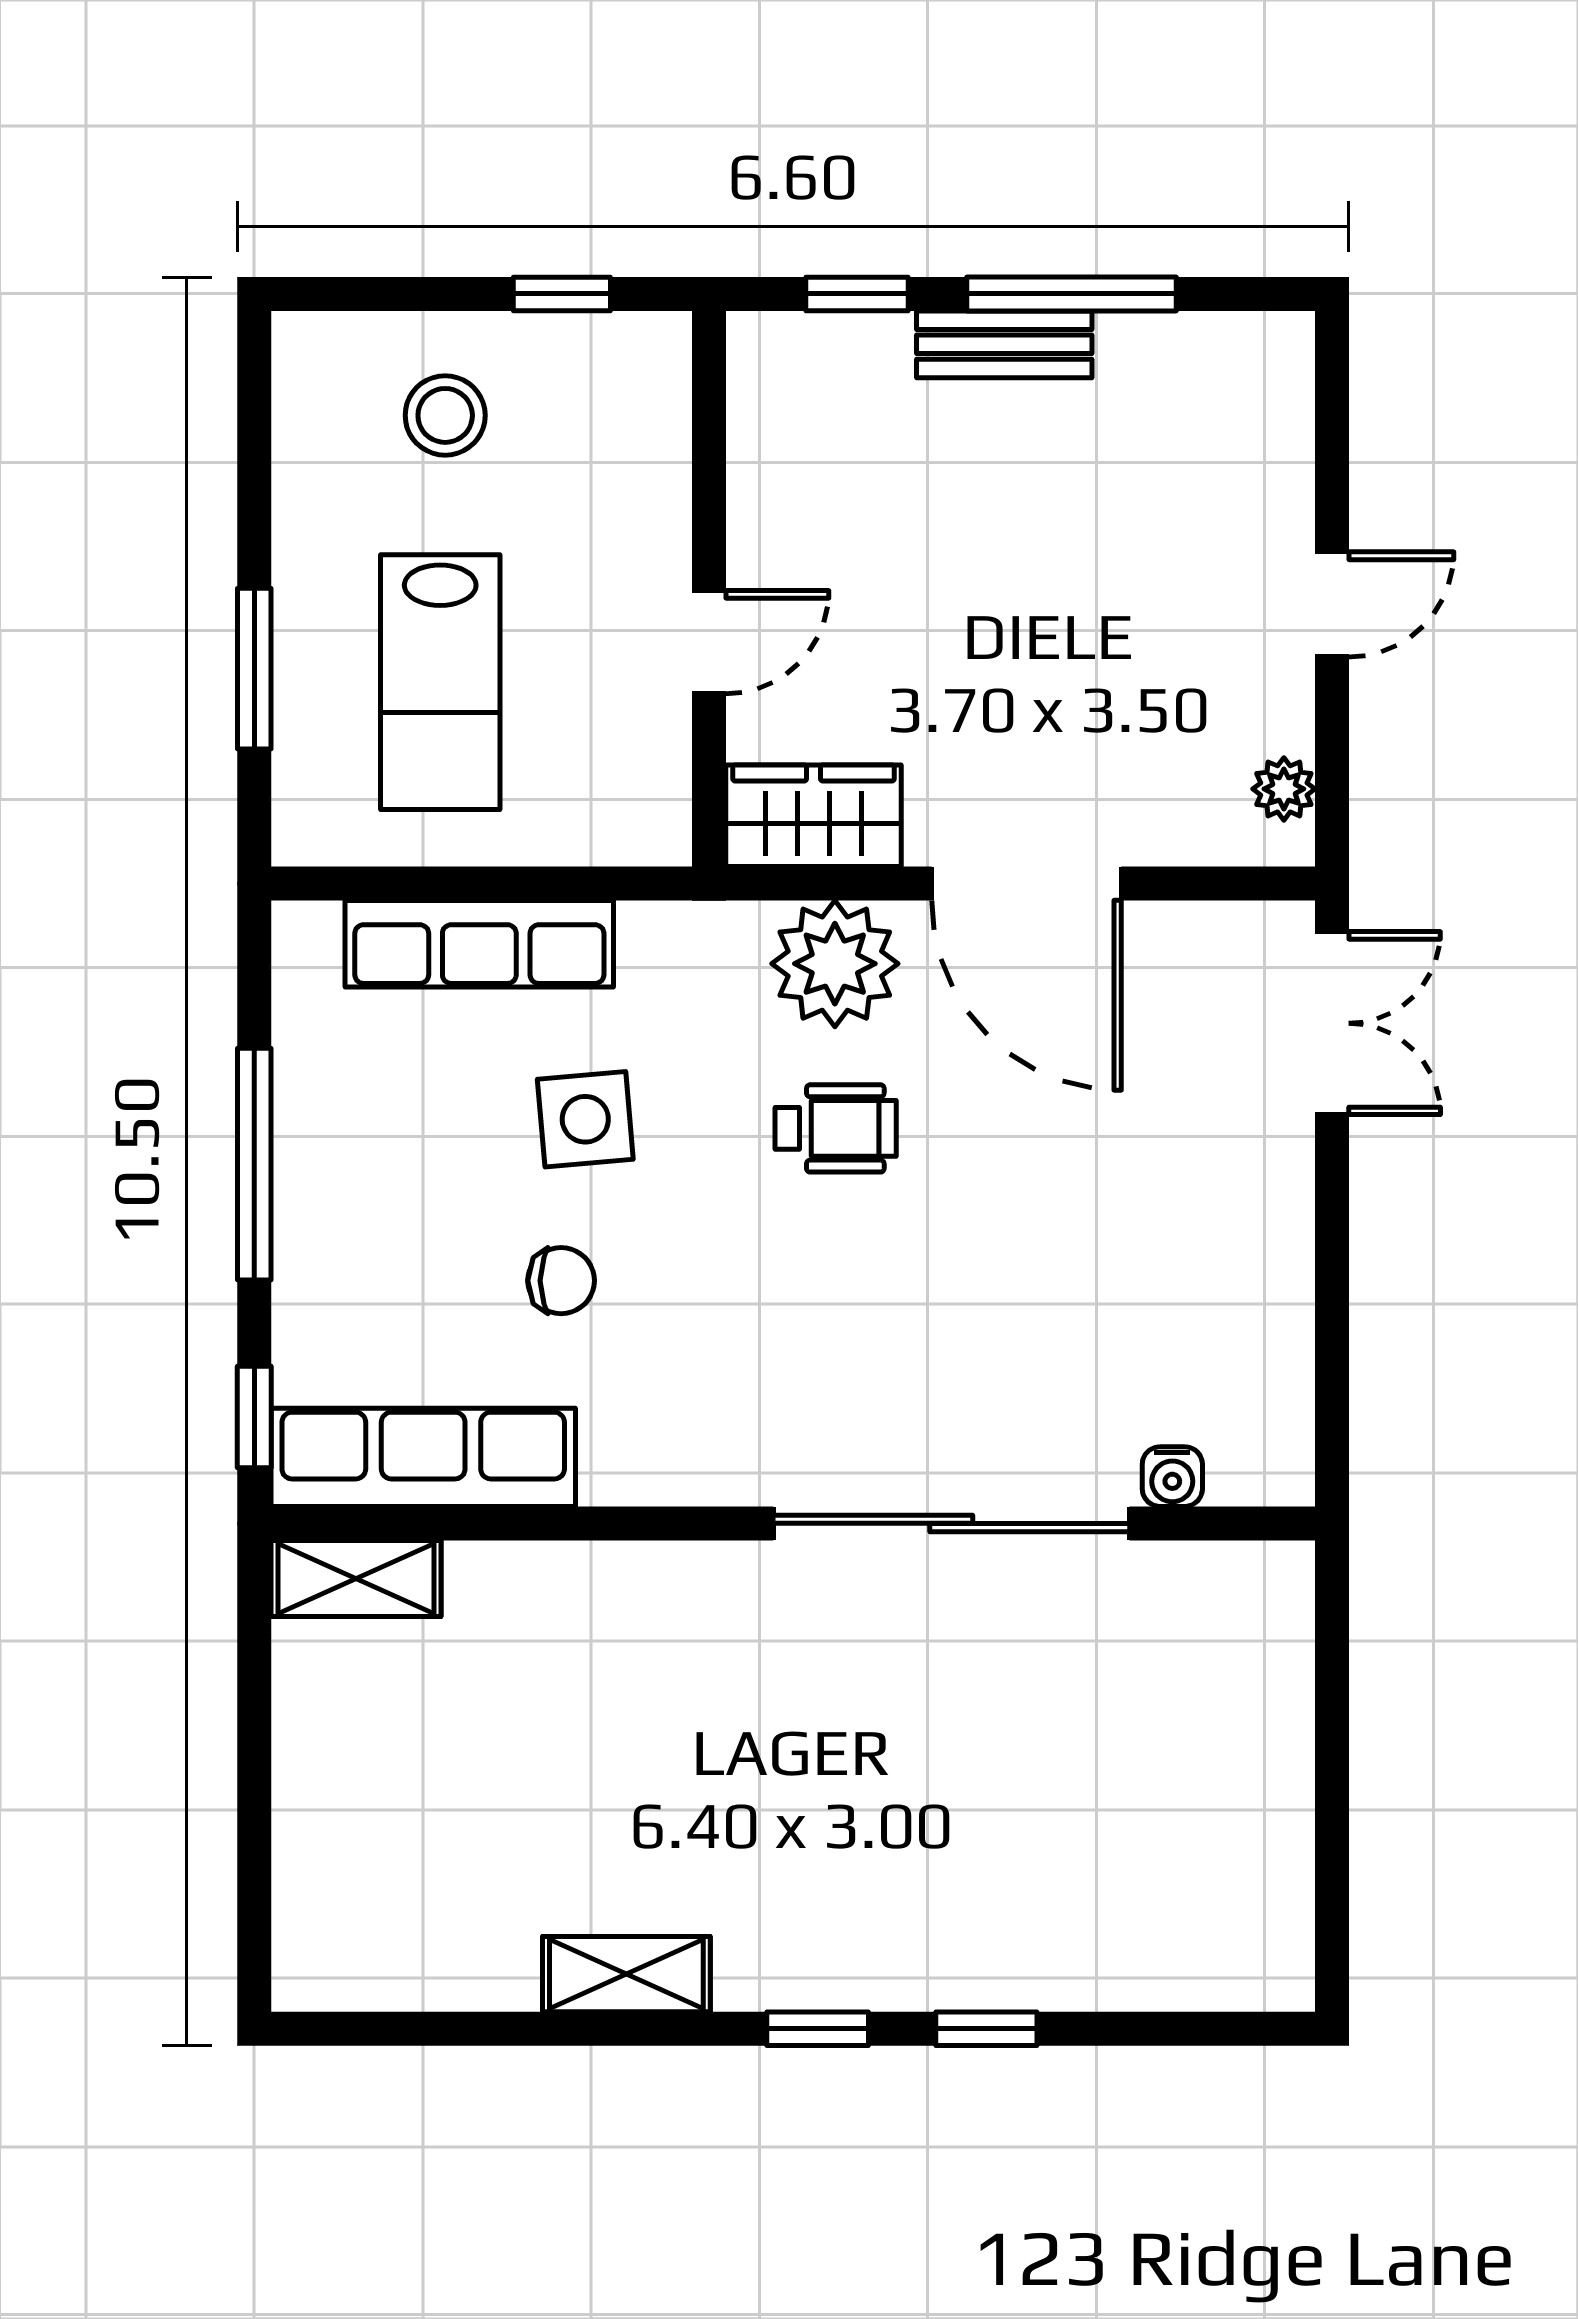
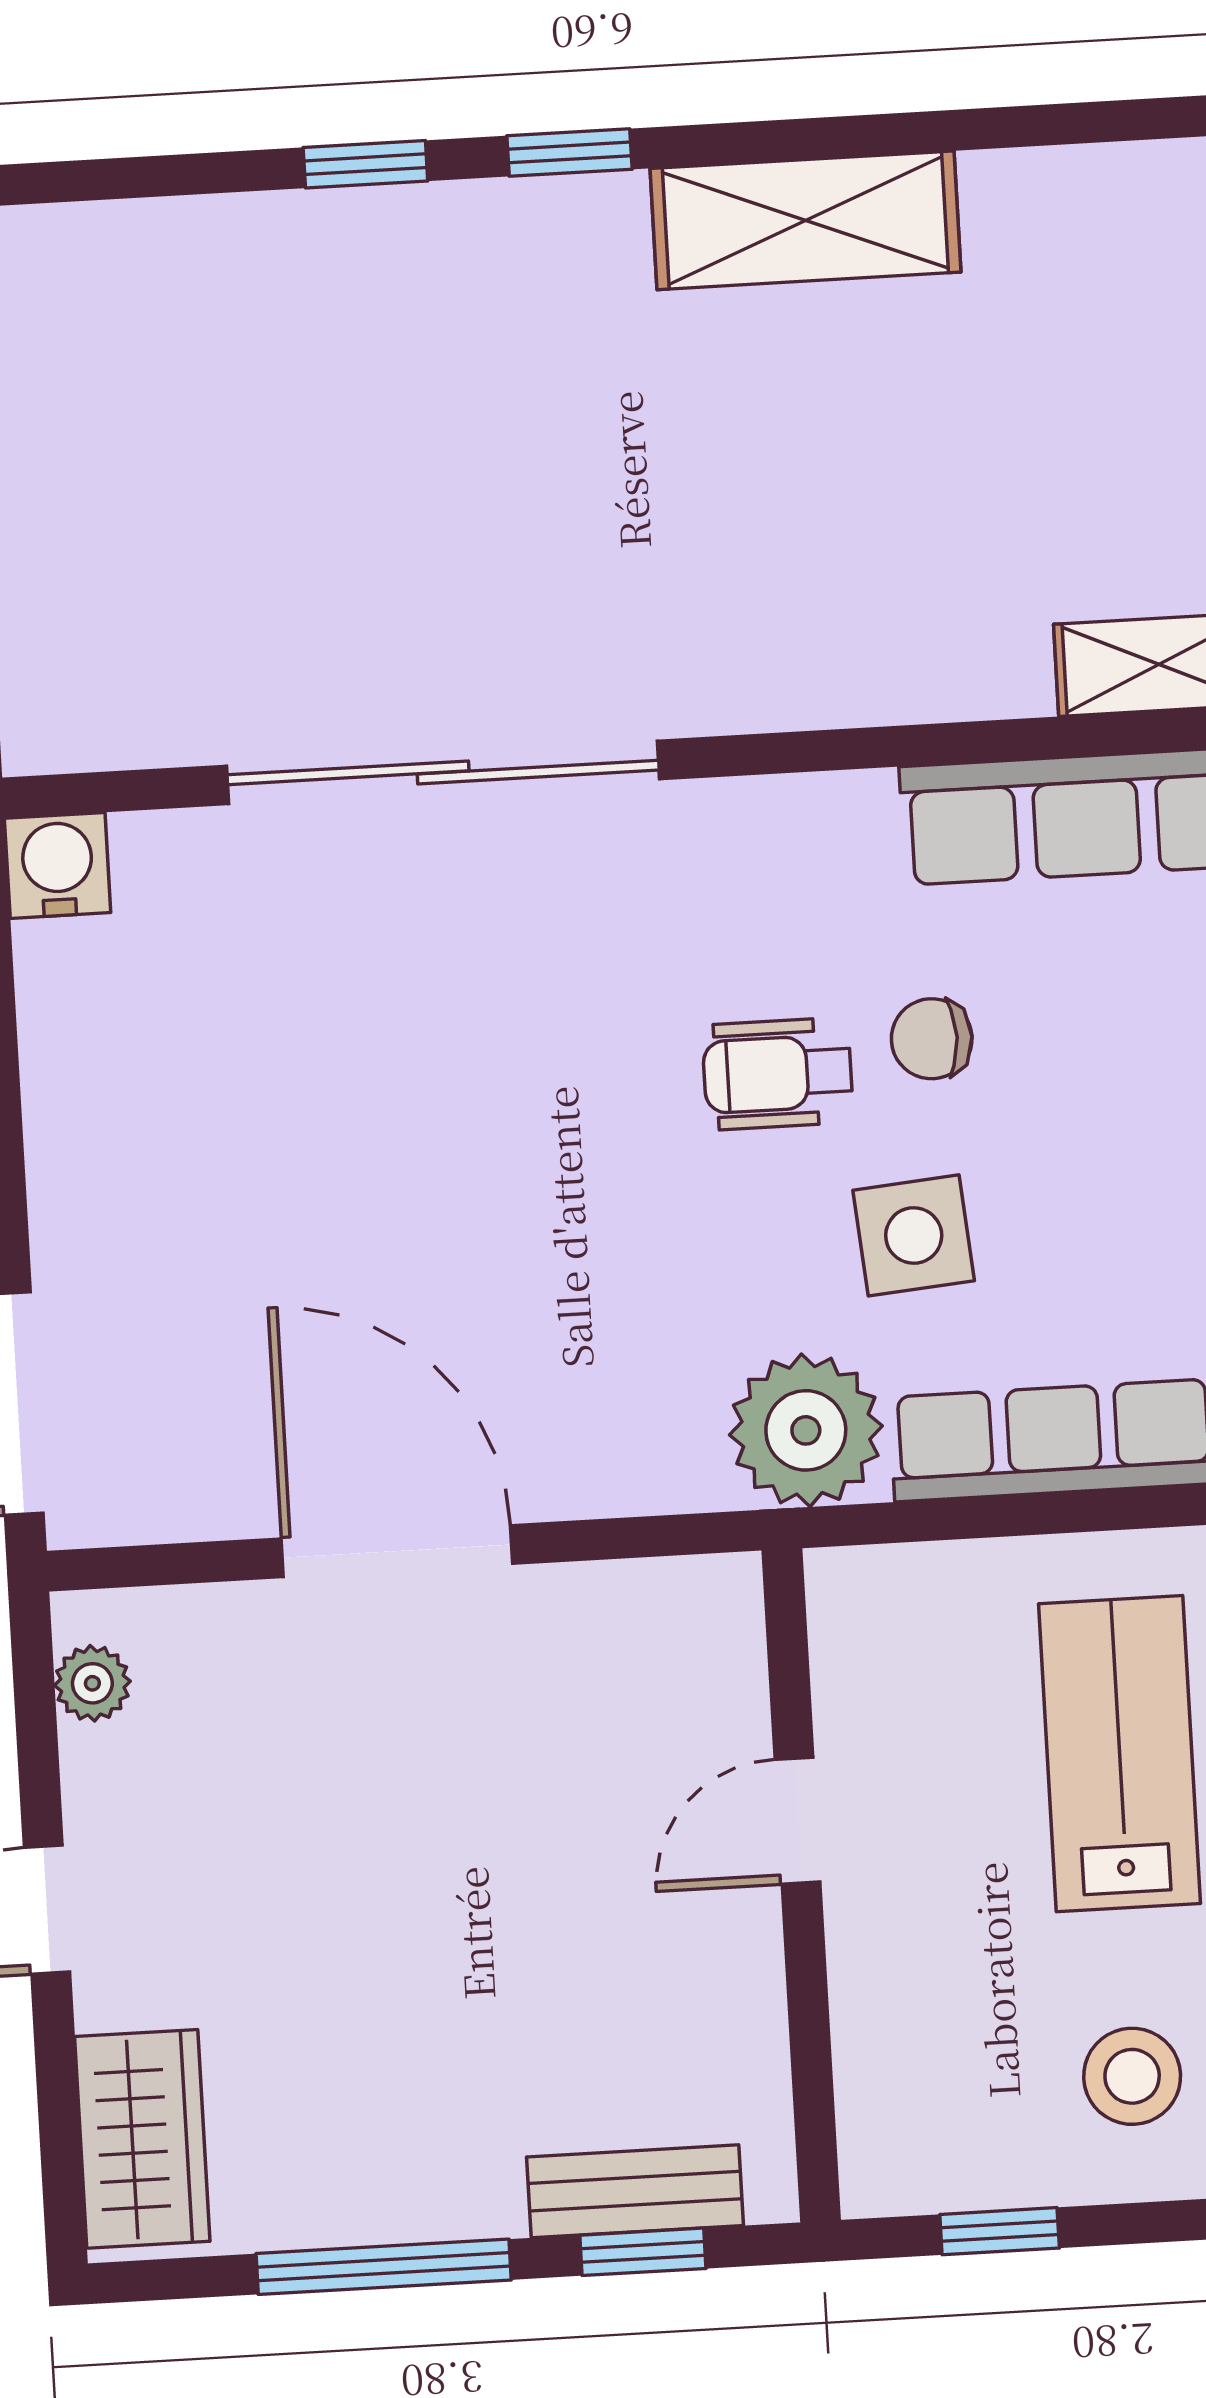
bench: (1004, 344) -> (635, 2191), moved
wardrobe: (814, 816) -> (142, 2139), moved, turned -90
plant: (835, 964) -> (806, 1430), moved
wheelchair: (836, 1128) -> (778, 1074), moved
water cooler: (1172, 1477) -> (58, 865), moved, width x1.38, depth x1.38
shelving: (626, 1974) -> (805, 220), width x1.50, depth x1.33

